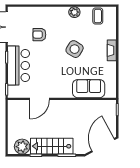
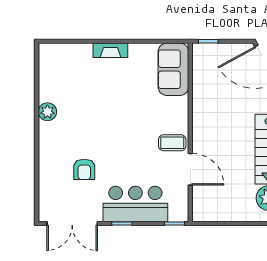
coffee table: (98, 16) -> (172, 143), moved
side table: (75, 49) -> (108, 112), removed
sofa: (89, 89) -> (173, 69), moved

